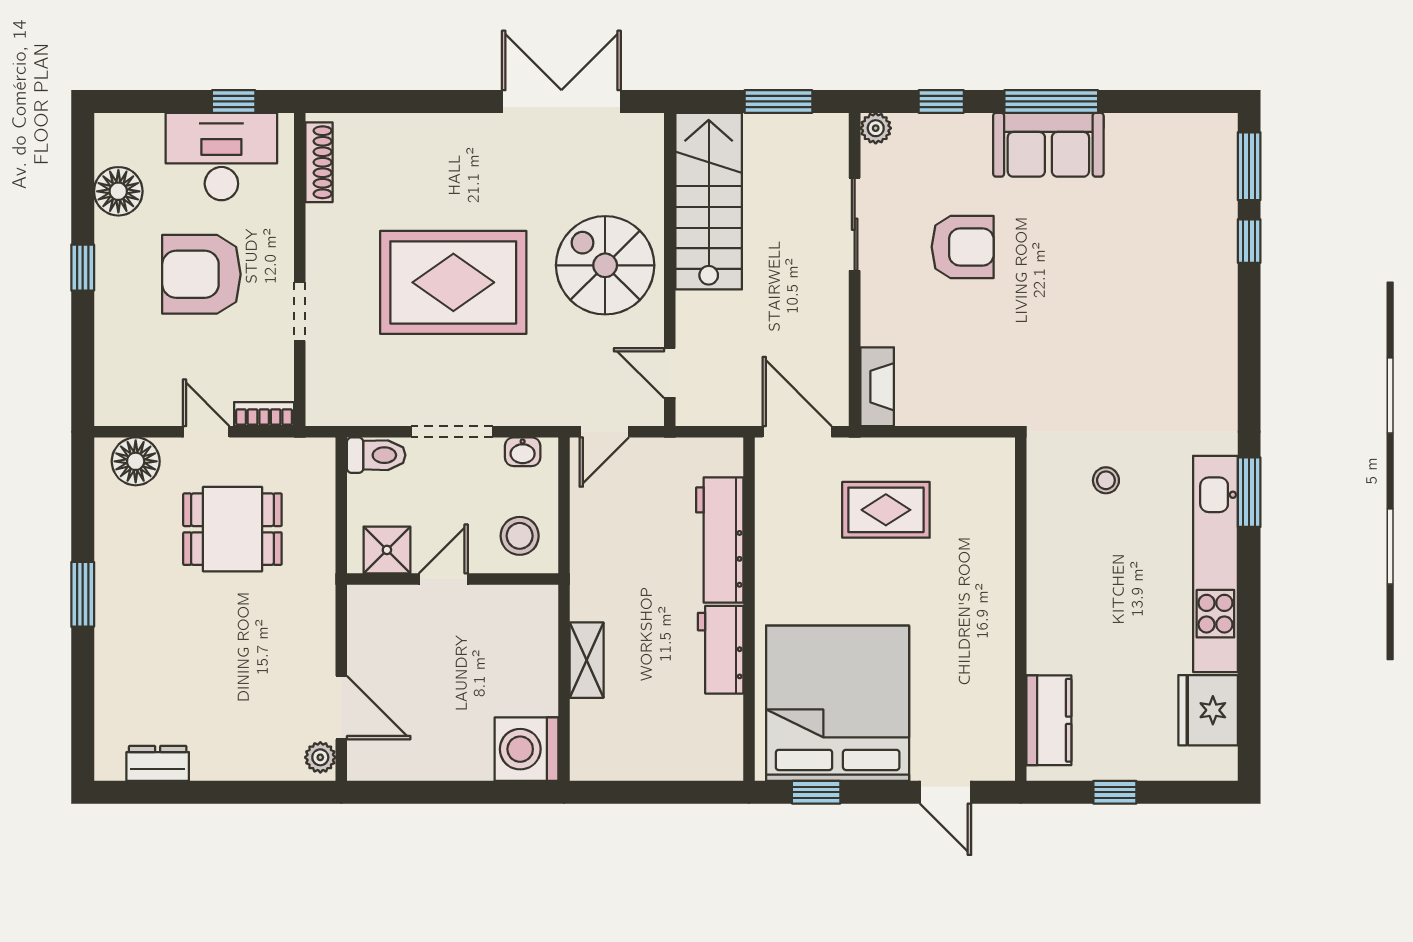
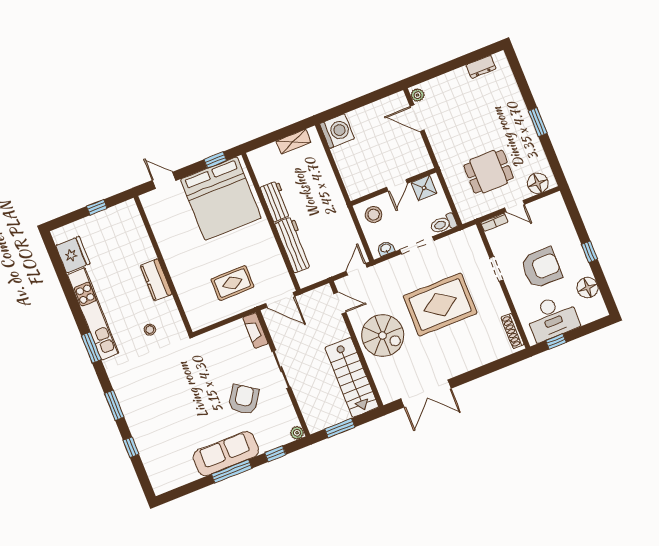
sofa: (1048, 145) -> (226, 454), width x1.36
window: (1249, 166) -> (114, 405), moved
sliding door: (855, 224) -> (281, 369), moved
armchair: (963, 247) -> (244, 399), turned 123
shelving: (587, 660) -> (293, 142), moved, turned 90
kitchen counter: (1049, 720) -> (156, 280), moved

